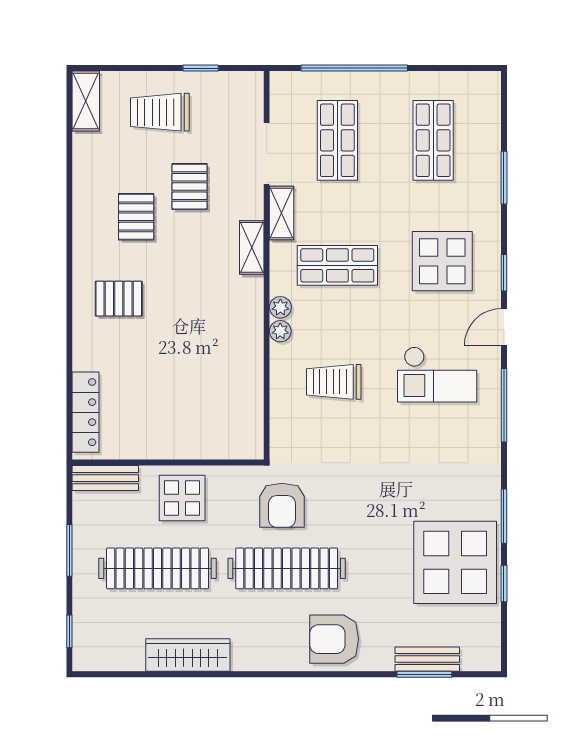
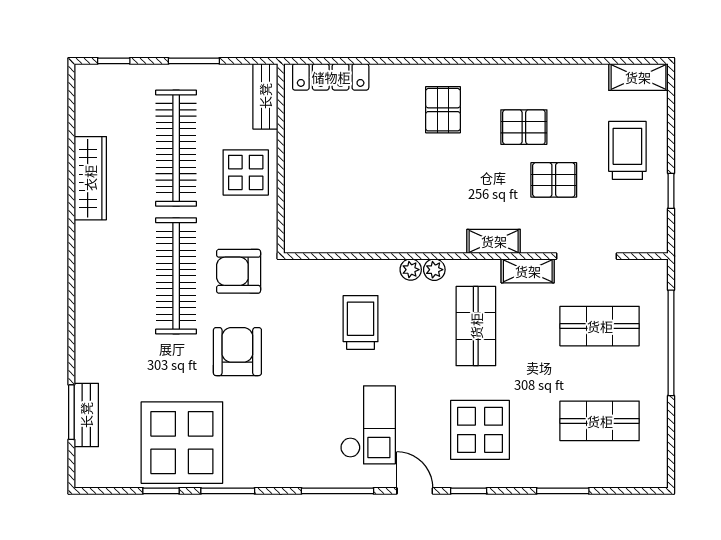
checkout: (437, 374) -> (368, 425), turned 180
armchair: (334, 639) -> (237, 352), moved

